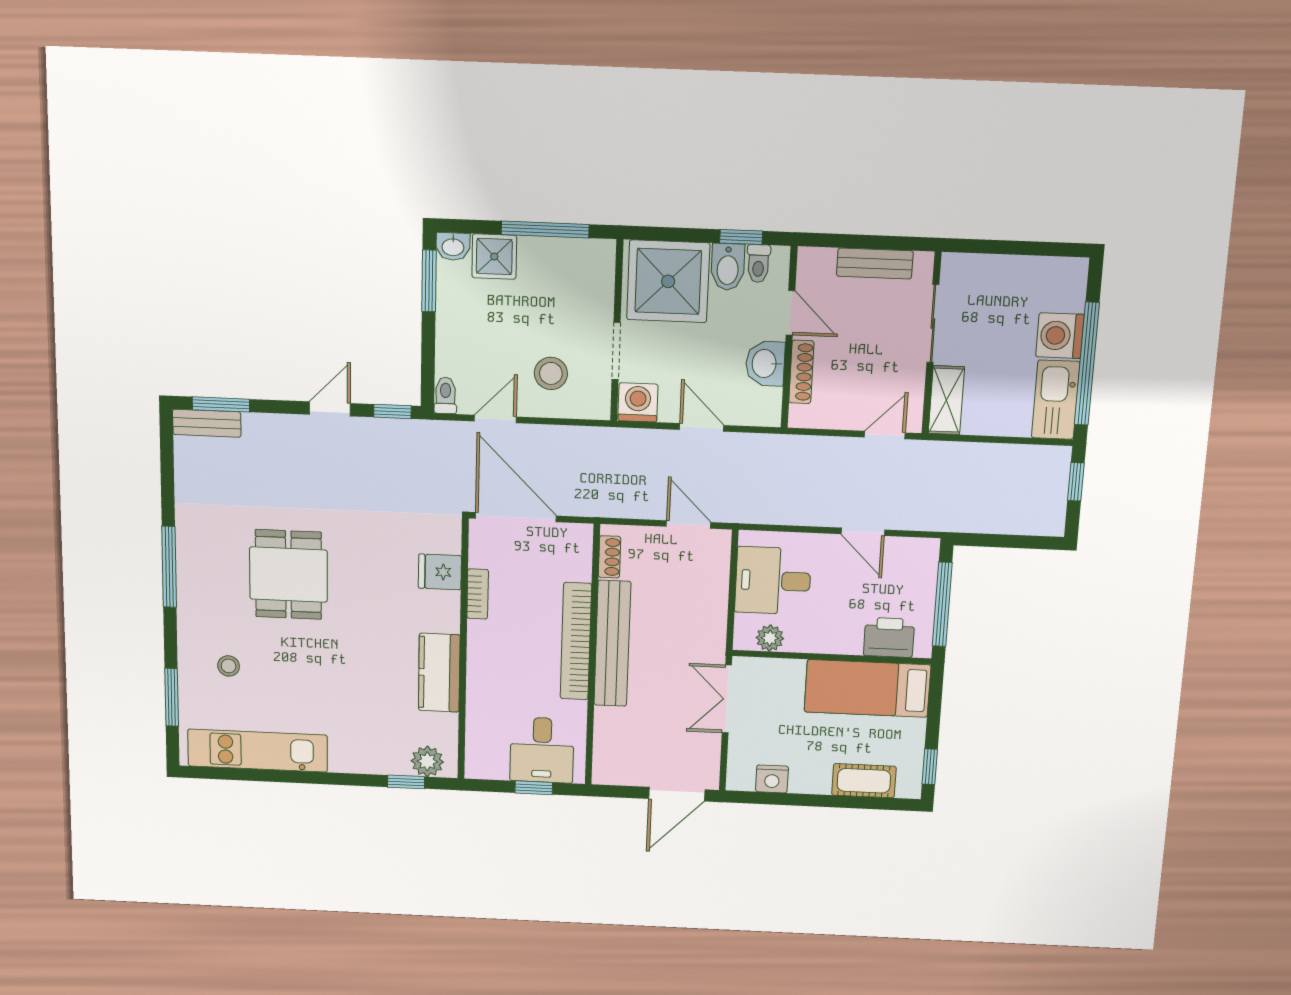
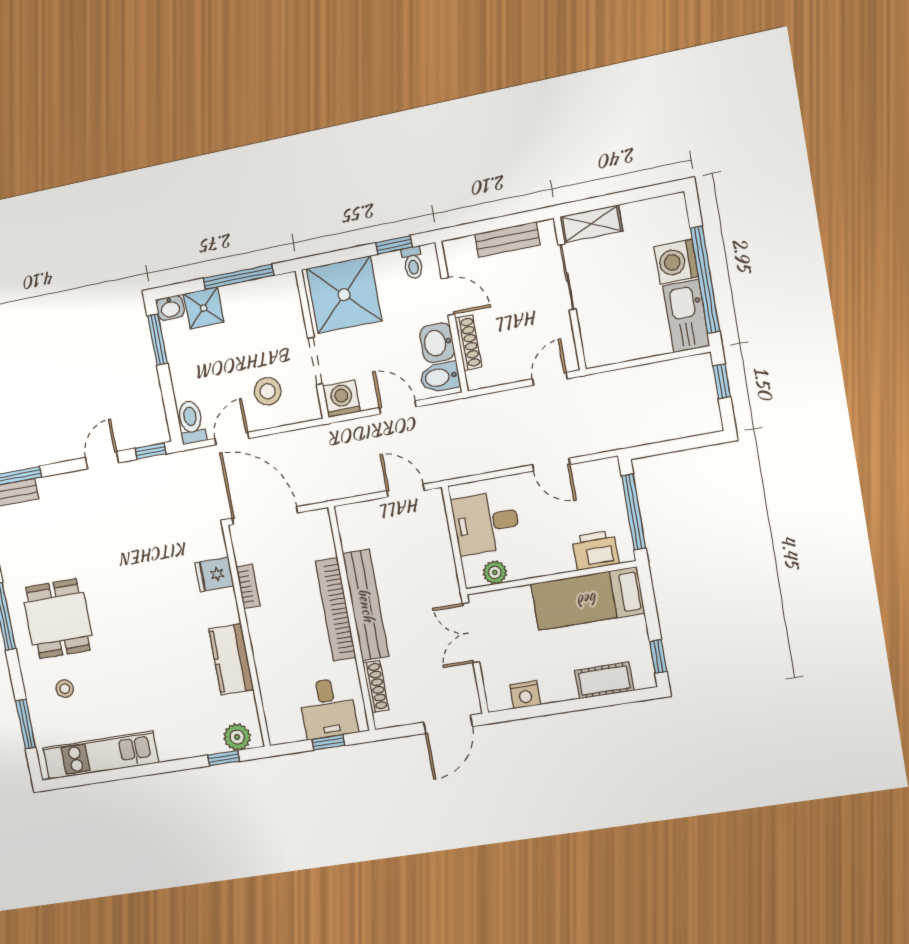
bidet: (728, 267) -> (440, 377), moved, turned 90
toilet: (445, 395) -> (191, 422), width x1.37, depth x1.39
shelving: (946, 400) -> (591, 224), moved, turned 90
shoe rack: (610, 557) -> (376, 686), moved, width x1.43
dining table: (288, 575) -> (58, 619), moved

